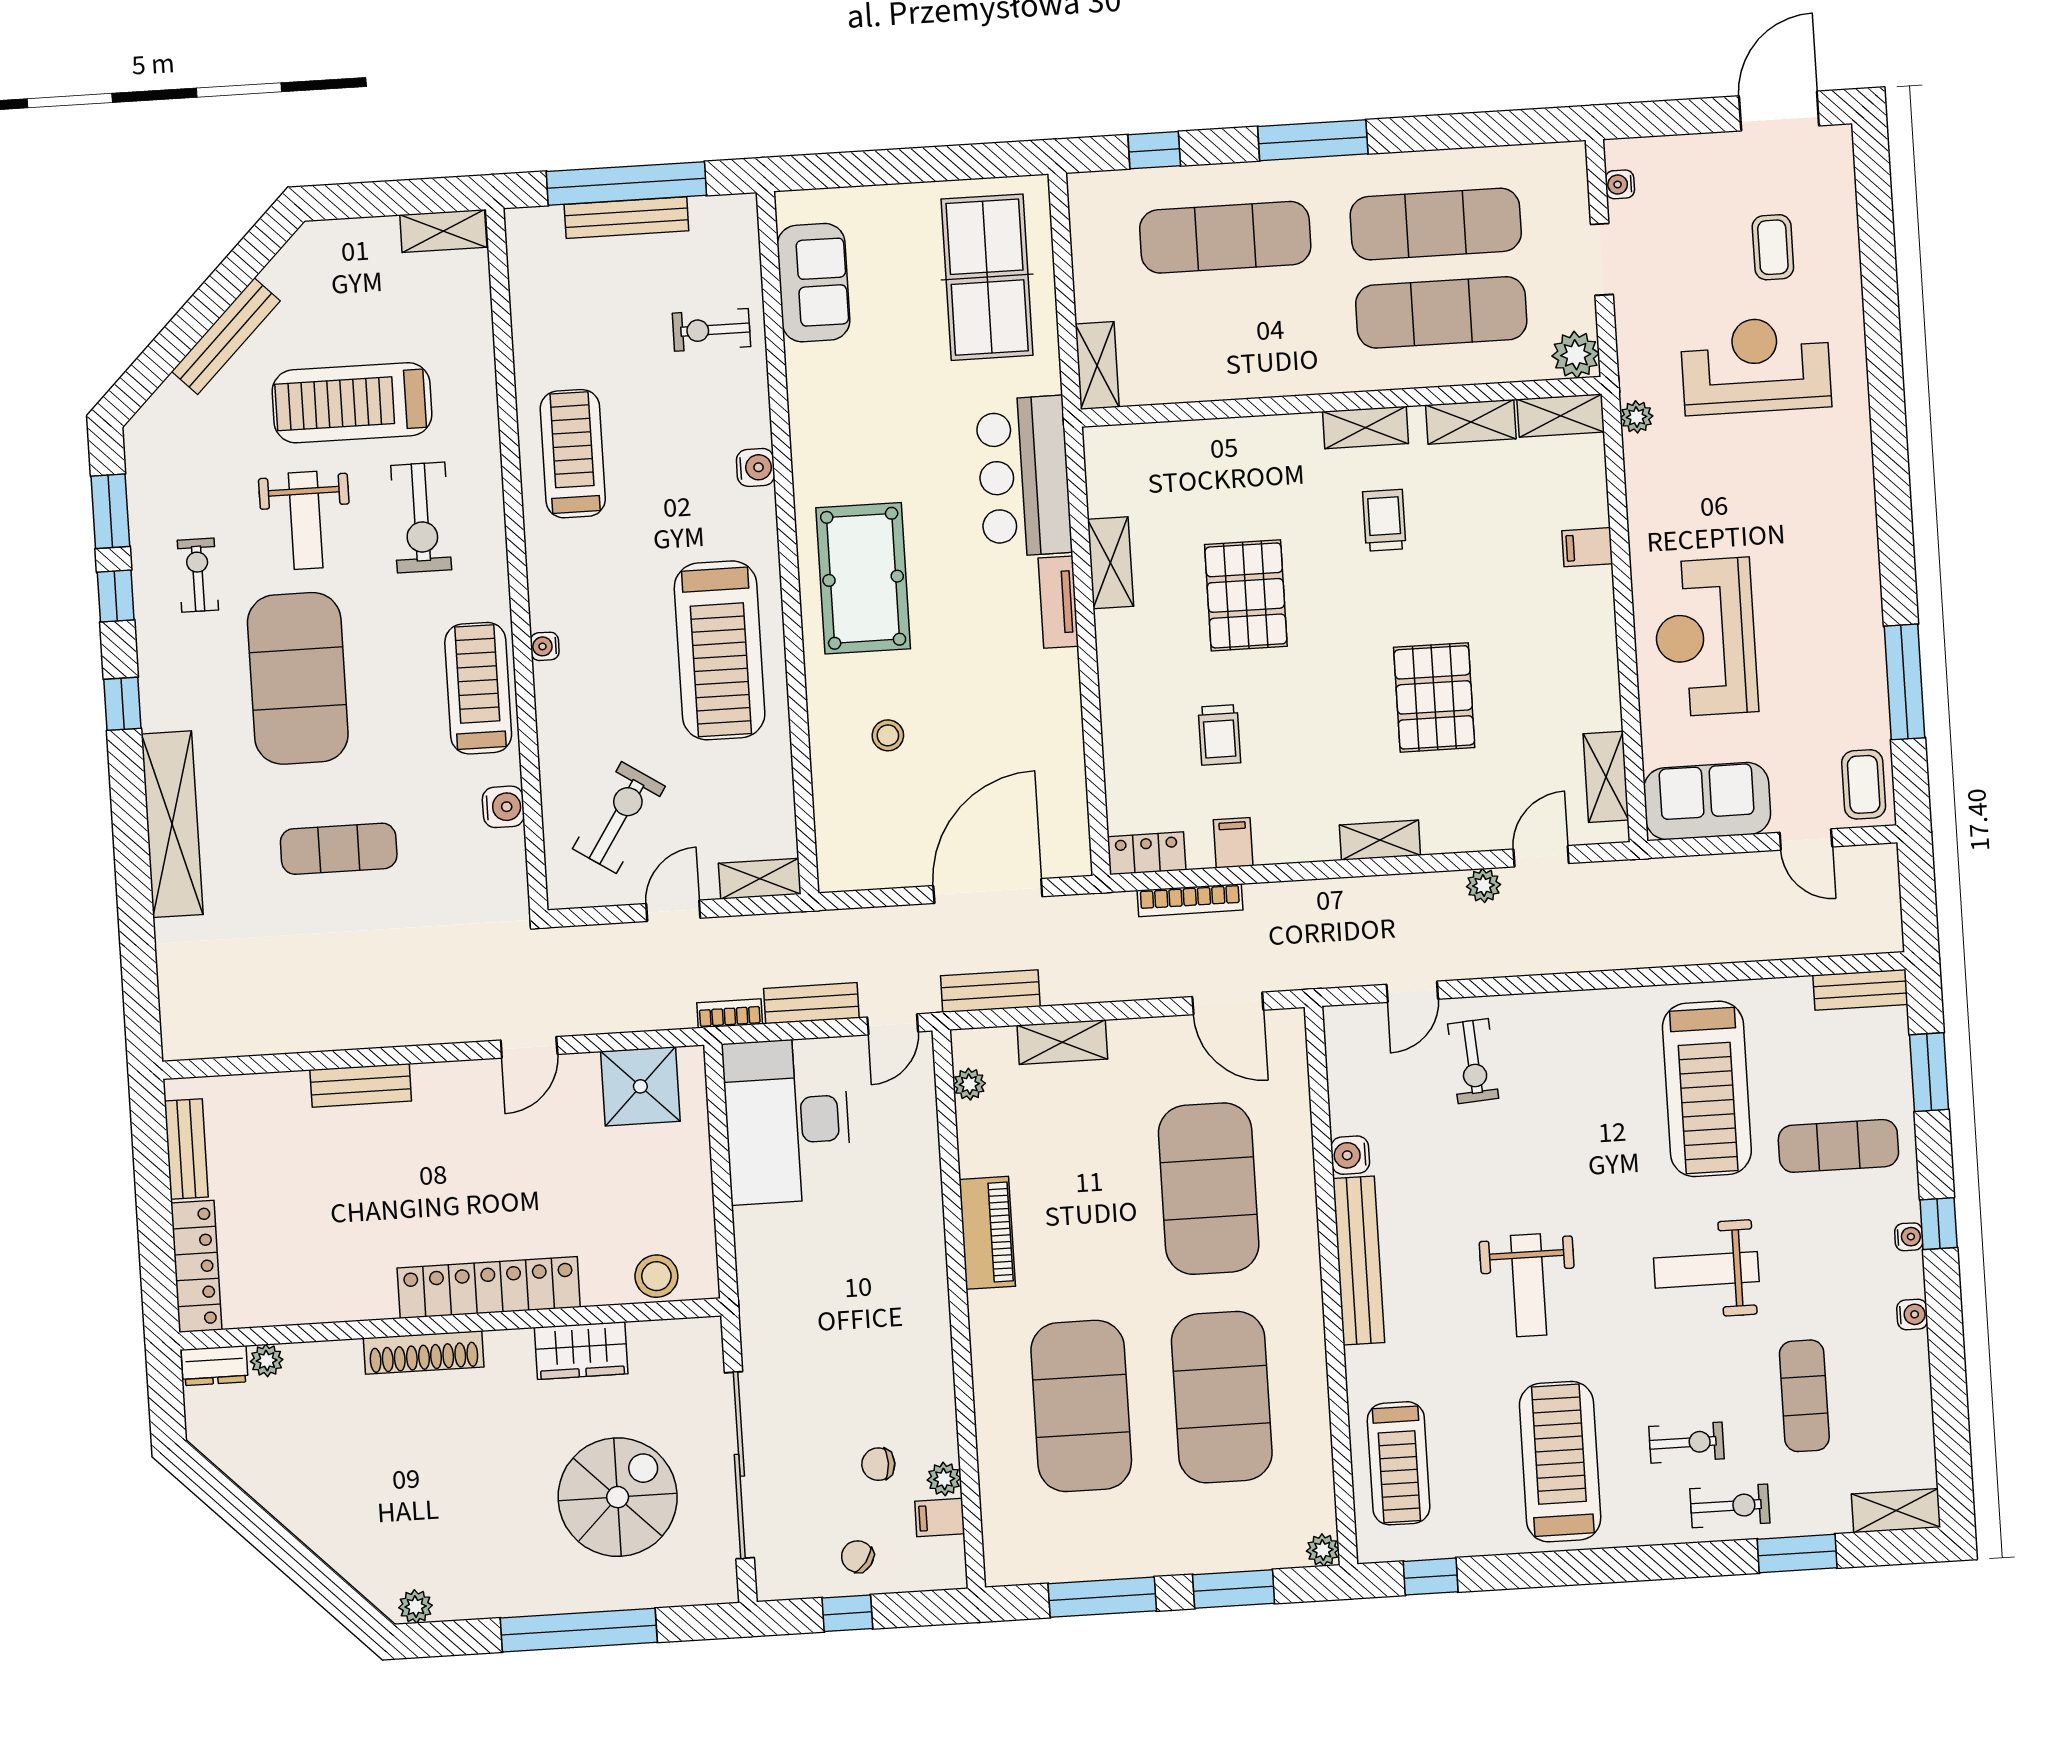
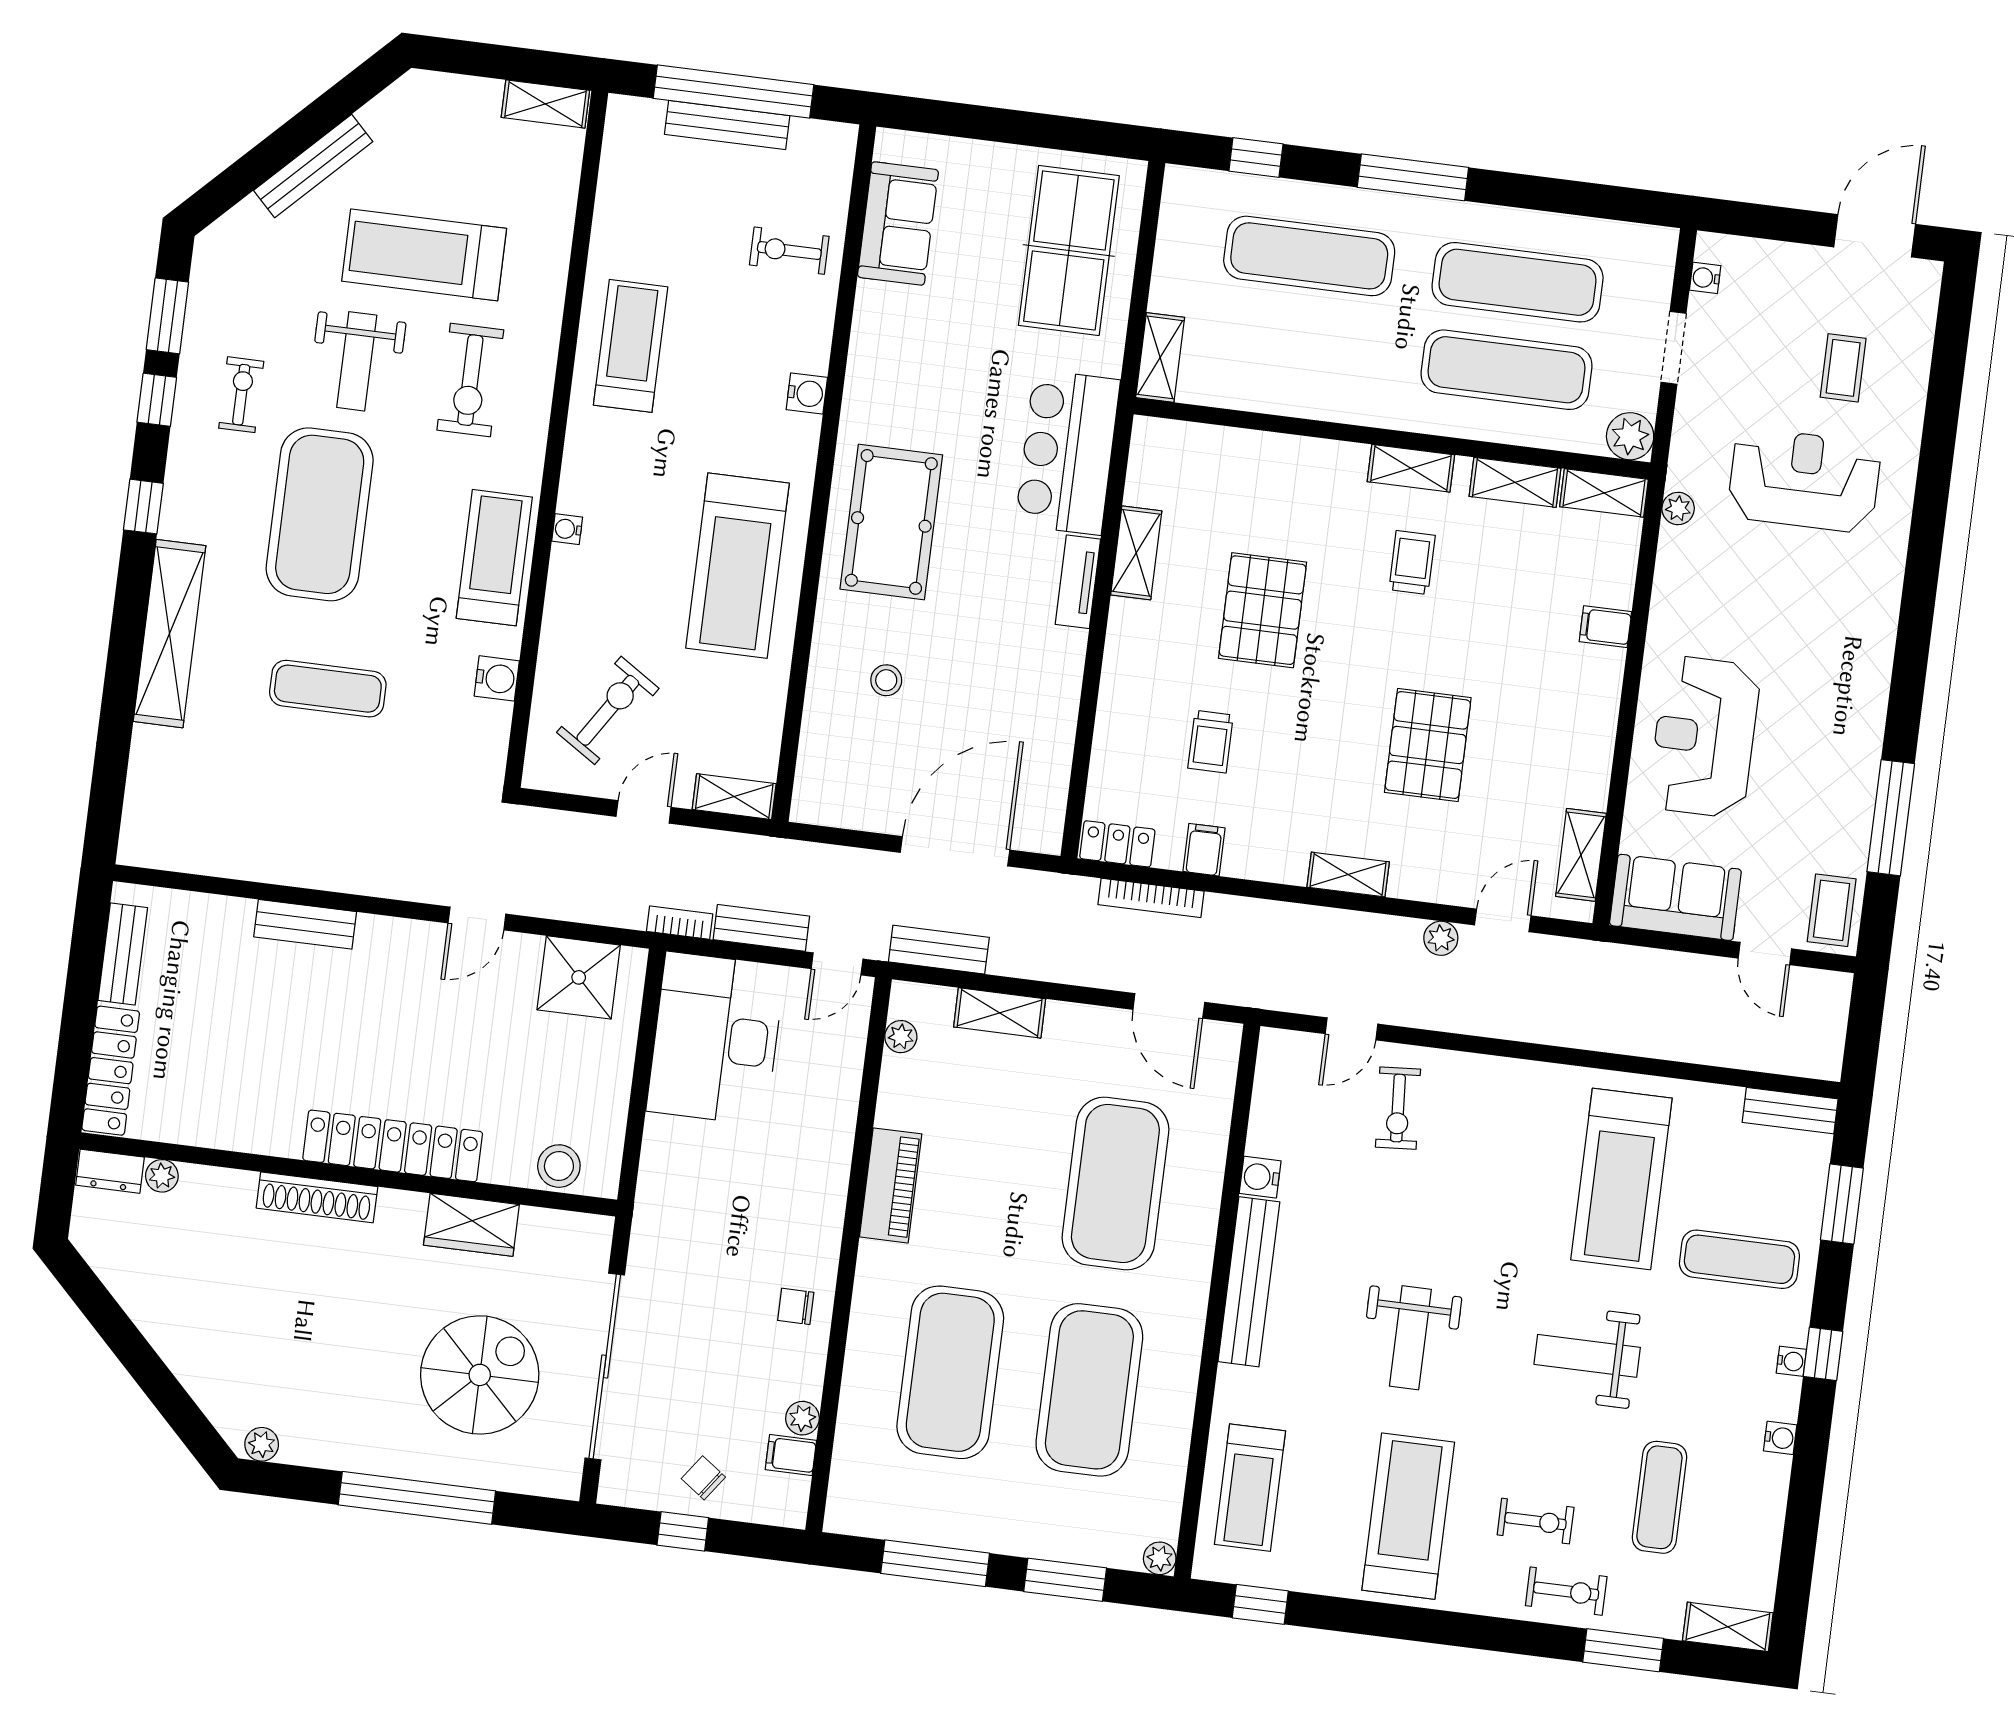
chair: (878, 1464) -> (796, 1306), moved

